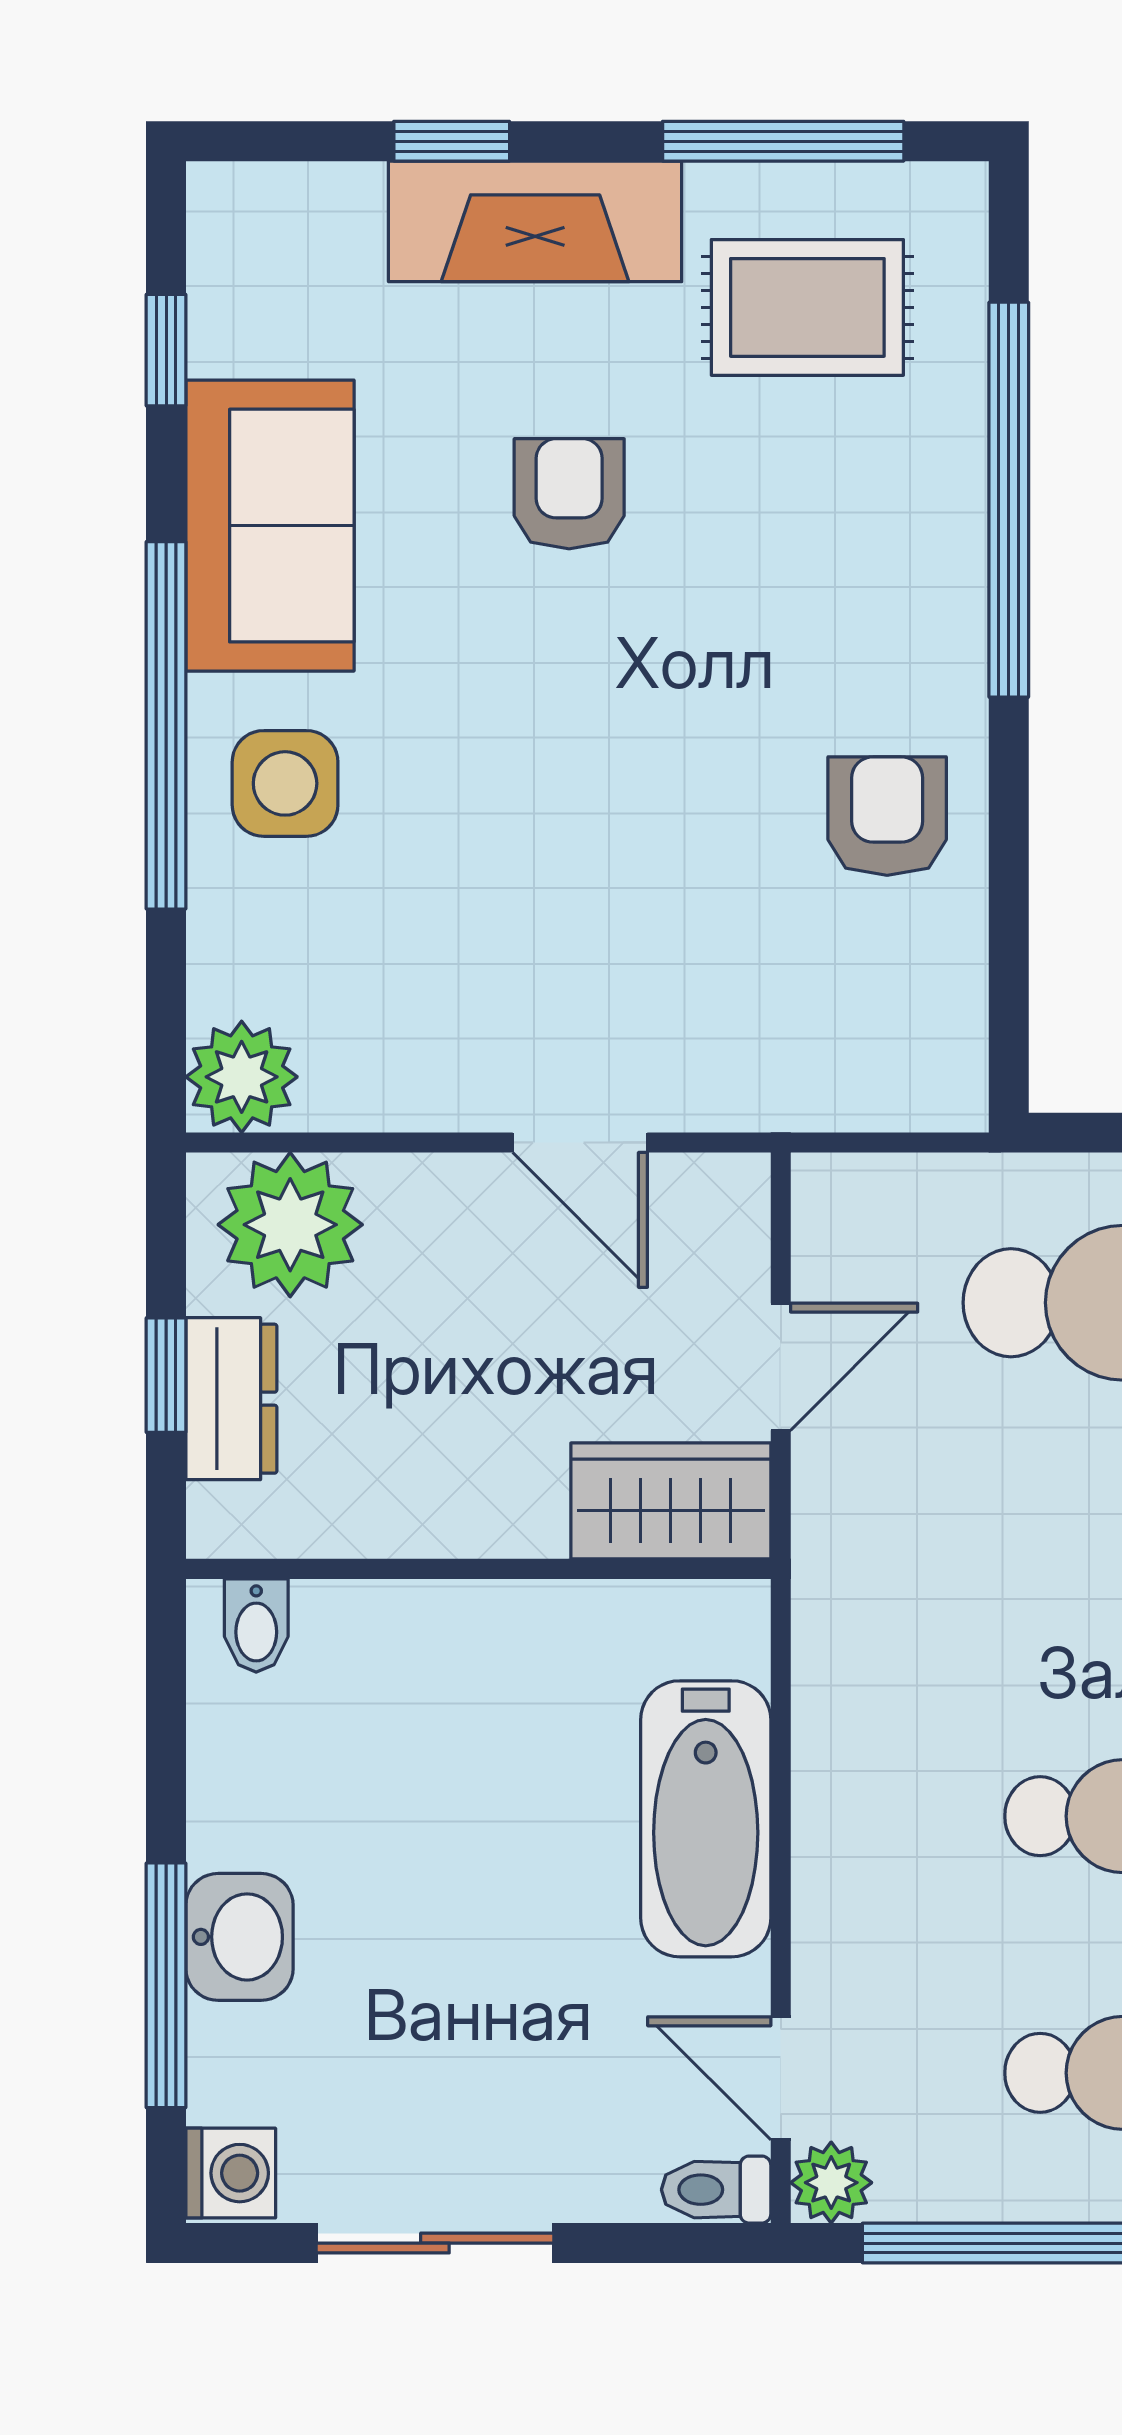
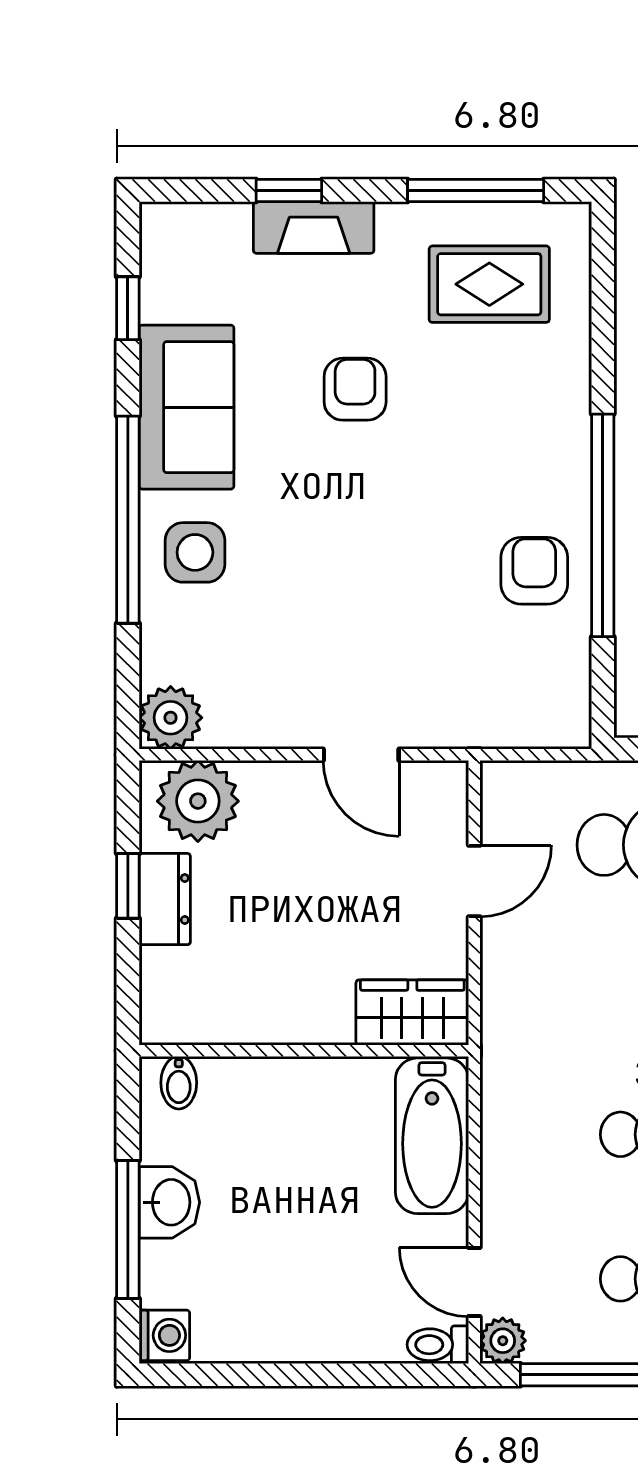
fireplace: (535, 221) -> (314, 227), width x0.73, depth x0.76
window: (1009, 500) -> (603, 525), moved
wardrobe: (671, 1501) -> (412, 1013), moved
wall: (478, 1569) -> (304, 1051), moved
bidet: (256, 1625) -> (179, 1083), moved
sliding door: (435, 2243) -> (279, 1375), removed

